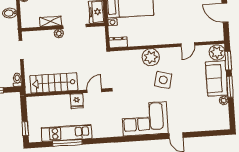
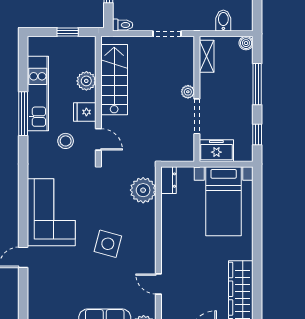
shelving: (51, 21) -> (207, 56), moved
plant: (151, 57) -> (143, 190), moved
plant: (56, 101) -> (86, 81), added
stool: (97, 112) -> (66, 141), added
window: (25, 129) -> (68, 32), moved
window: (67, 143) -> (23, 114), moved

